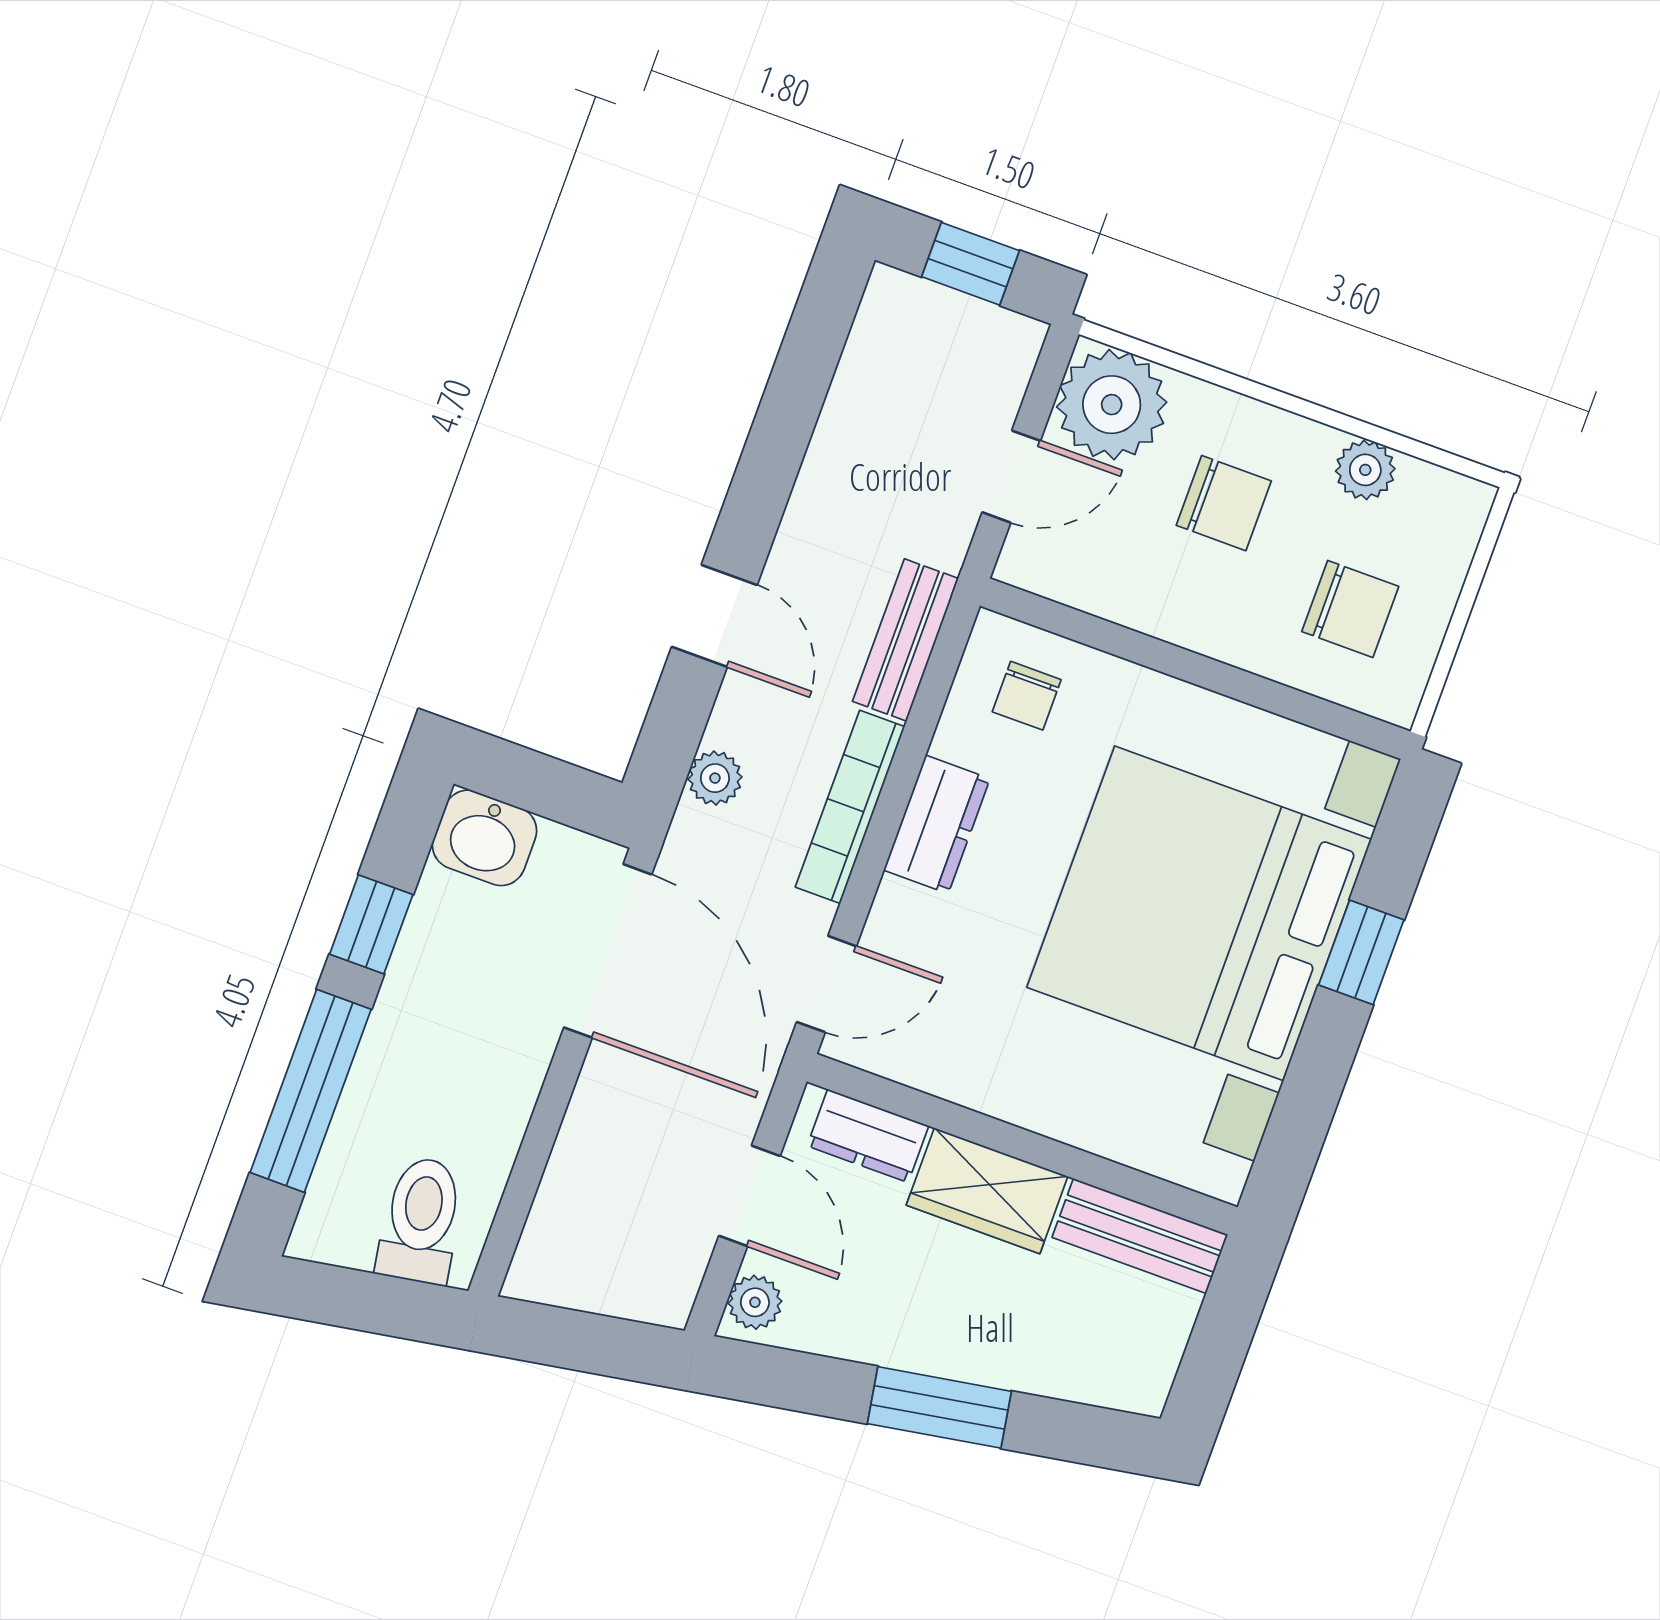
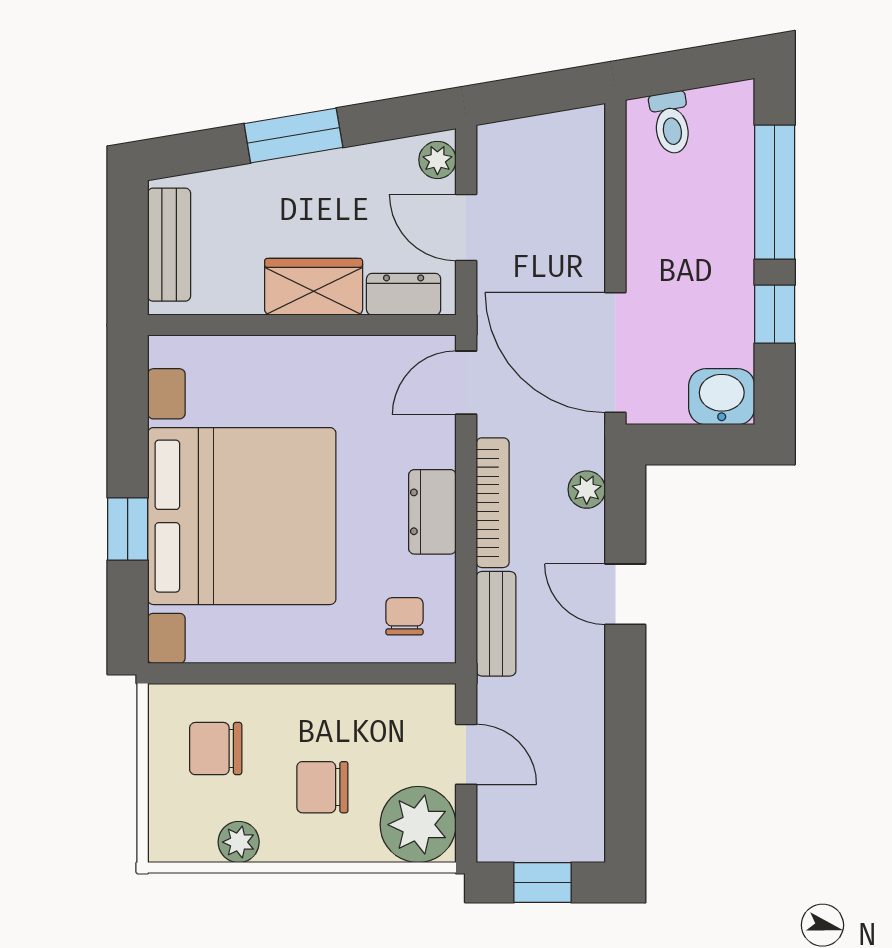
door: (1011, 477) -> (466, 754), swing flipped
toilet: (421, 1220) -> (671, 123), width x0.73, depth x0.72
bench: (1140, 1236) -> (169, 245), moved, turned 90

